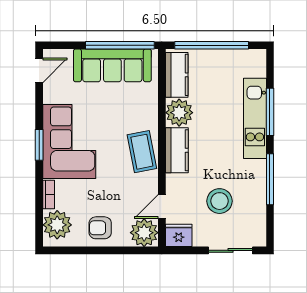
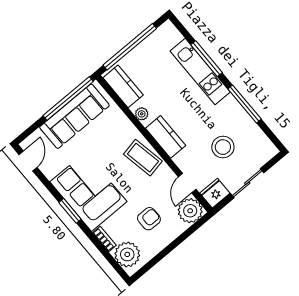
plant: (179, 113) -> (142, 114), width x0.53, depth x0.53
armchair: (100, 228) -> (149, 219), moved, turned 180
sliding door: (231, 250) -> (247, 183), moved

